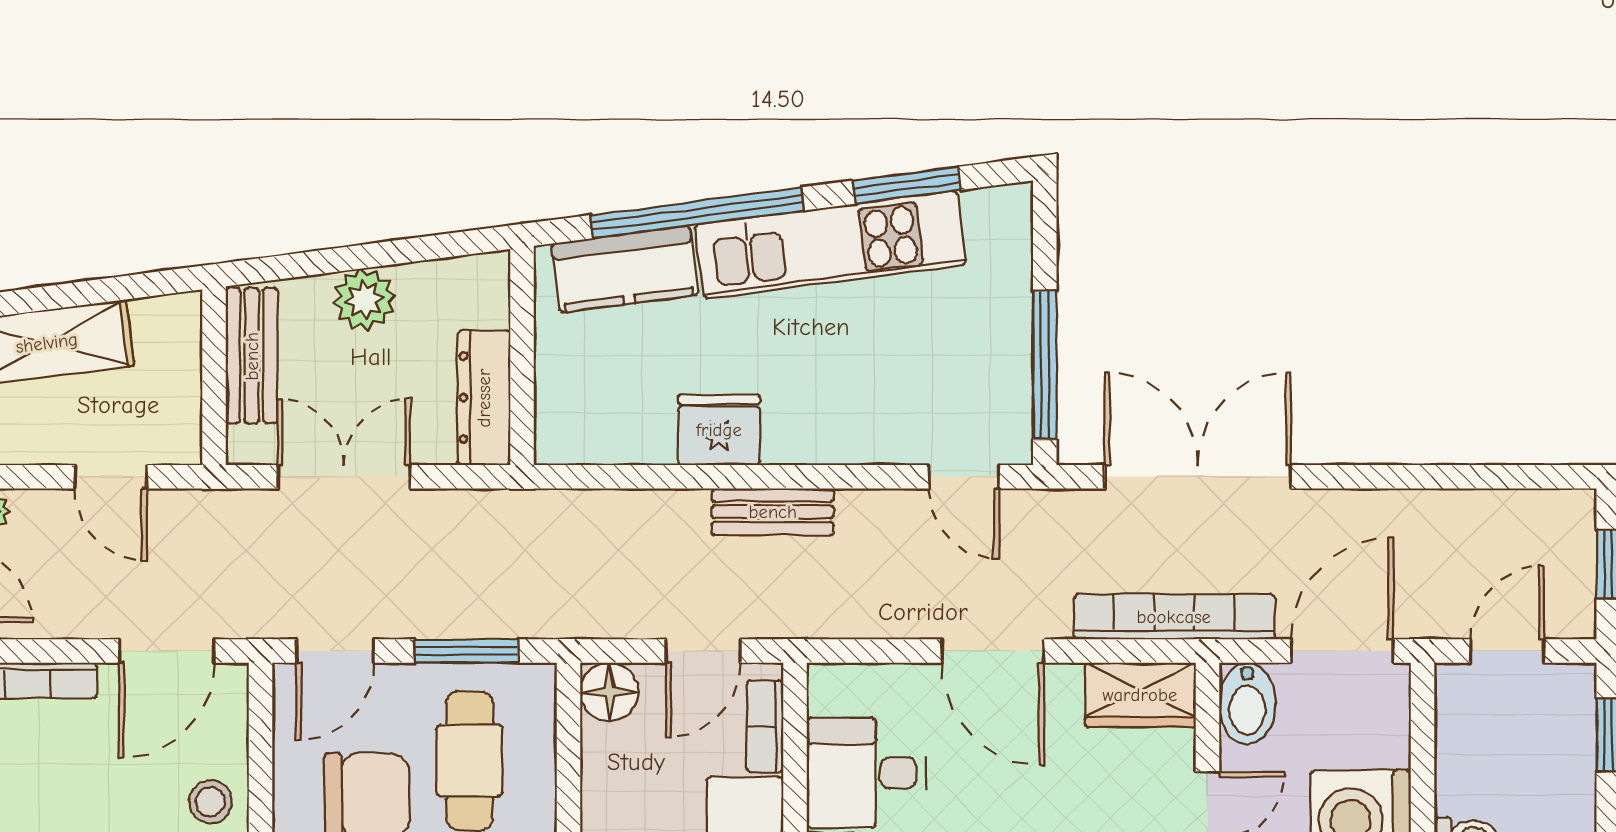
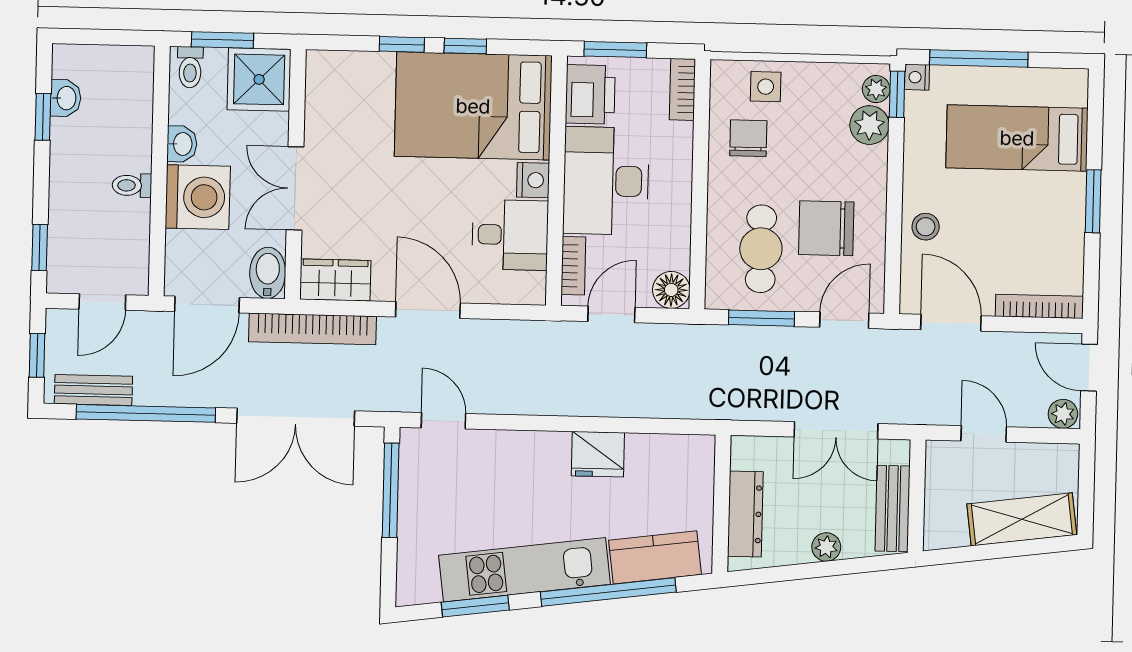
plant: (364, 300) -> (826, 547), width x0.73, depth x0.73
dresser: (484, 398) -> (745, 514), moved
window: (1434, 477) -> (146, 413), added
bench: (773, 512) -> (93, 390), moved
door: (167, 651) -> (951, 323), hinge flipped

